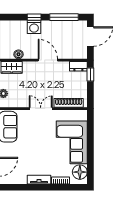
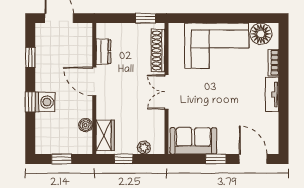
window: (64, 17) -> (30, 57), width x0.46
door: (48, 60) -> (94, 81), hinge flipped
dresser: (78, 66) -> (103, 52), moved
window: (90, 74) -> (146, 18), moved

